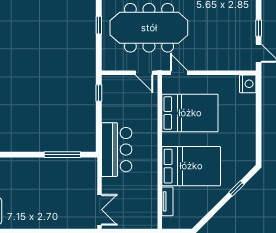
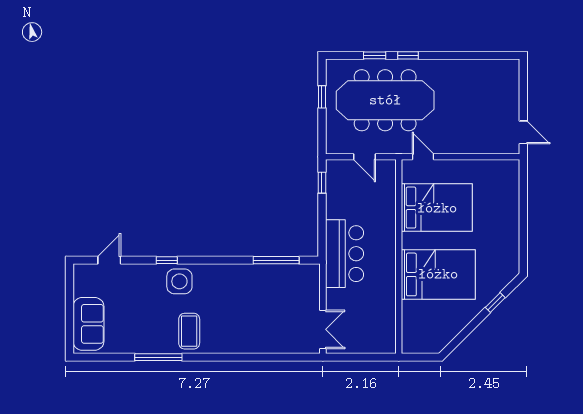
window: (259, 28) -> (523, 101), removed
door: (144, 73) -> (365, 157), moved
nightstand: (248, 84) -> (510, 171), removed
tv unit: (167, 201) -> (408, 319), removed

